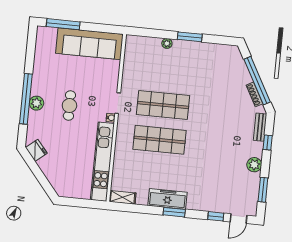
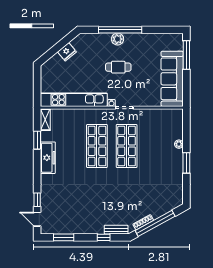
fridge: (36, 150) -> (67, 52), moved
plant: (254, 165) -> (84, 228), removed
window: (174, 212) -> (37, 140), moved

